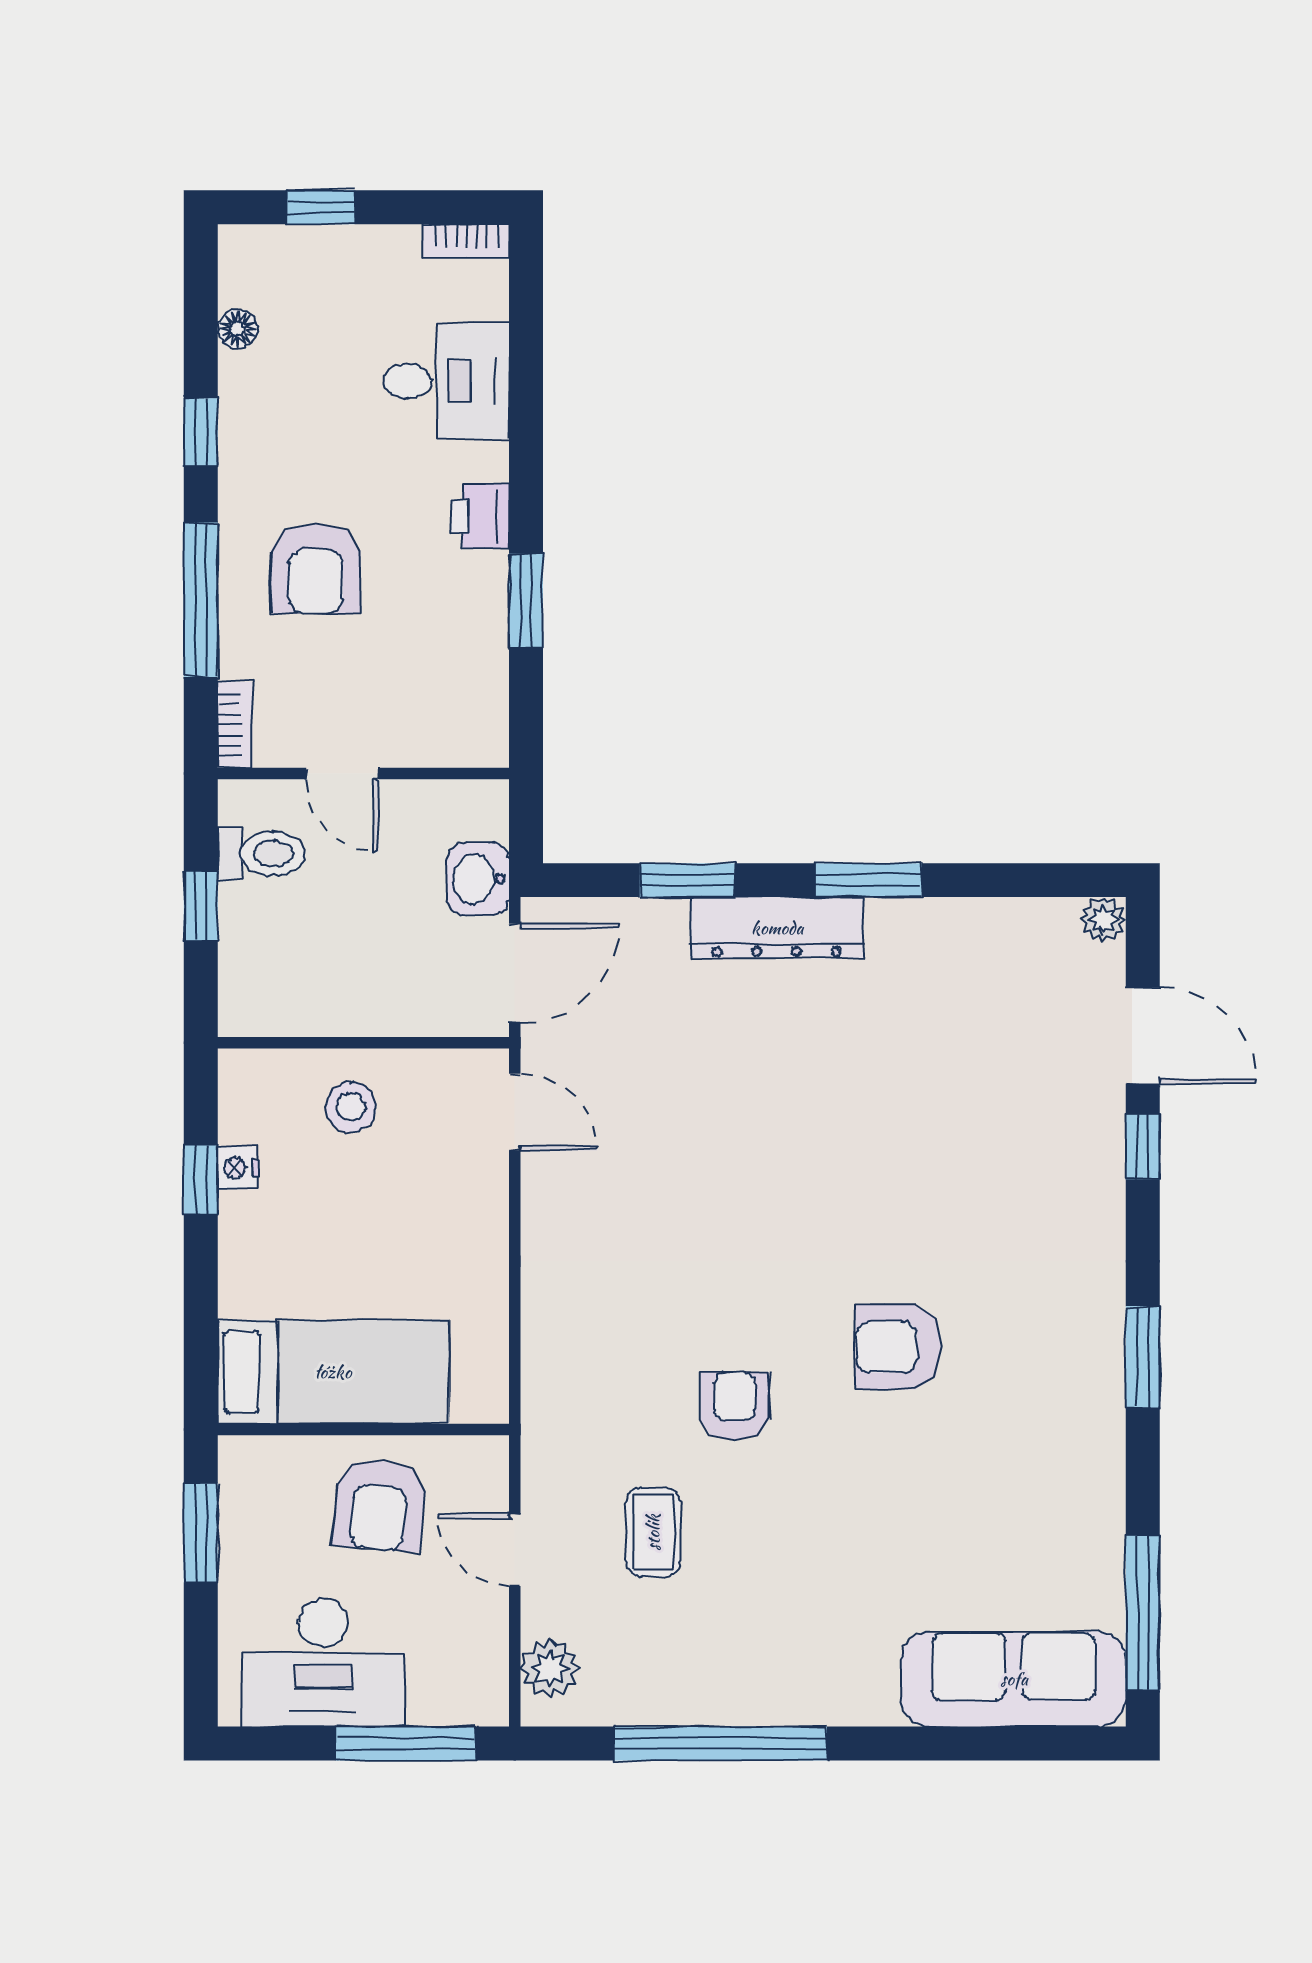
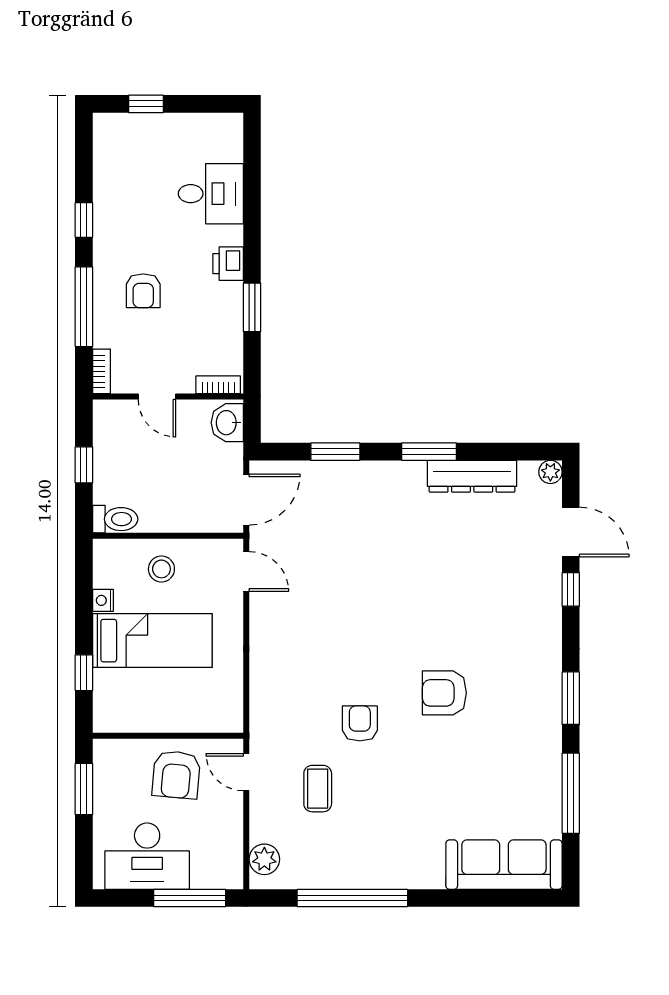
bookcase: (466, 241) -> (218, 385), moved, turned 180
floor lamp: (238, 329) -> (103, 167), removed
armchair: (316, 569) -> (143, 291), width x0.72, depth x0.72
toilet: (261, 854) -> (115, 519), moved
washbasin: (478, 879) -> (227, 423), moved
dresser: (777, 928) -> (472, 476), moved
window: (201, 1180) -> (84, 673), moved
bed: (333, 1372) -> (152, 641), moved
door: (515, 1550) -> (246, 772), moved
window: (1143, 1613) -> (571, 793), moved

